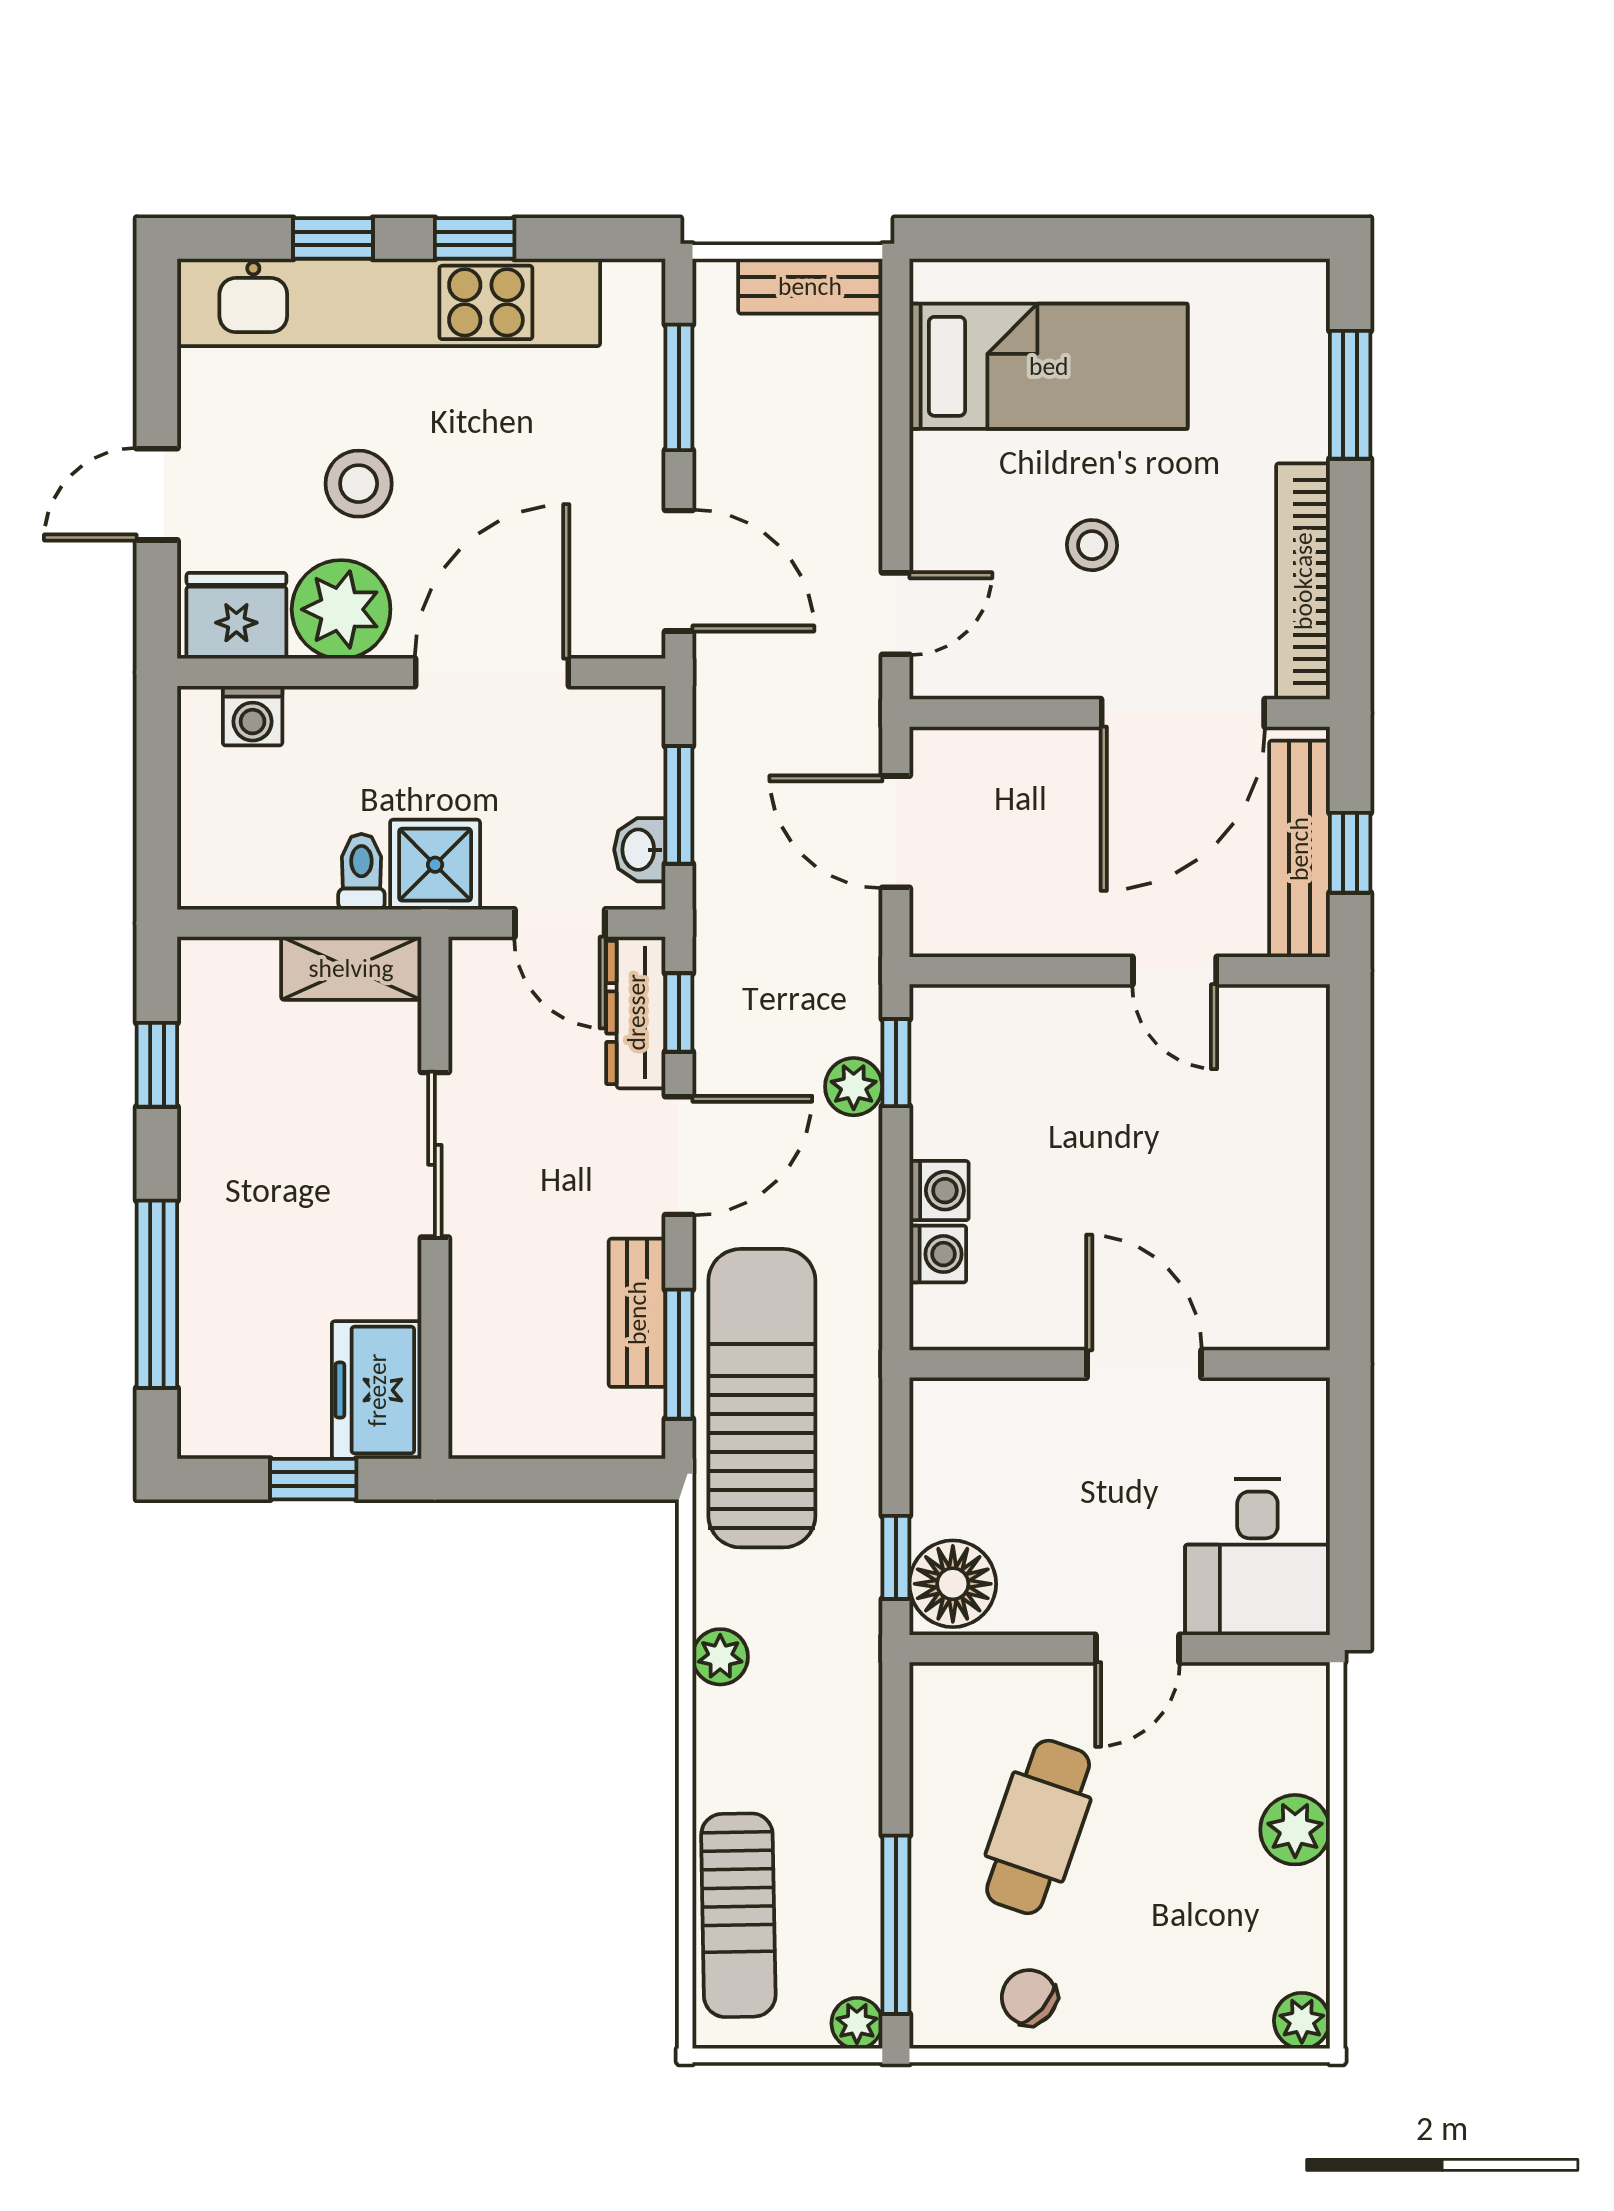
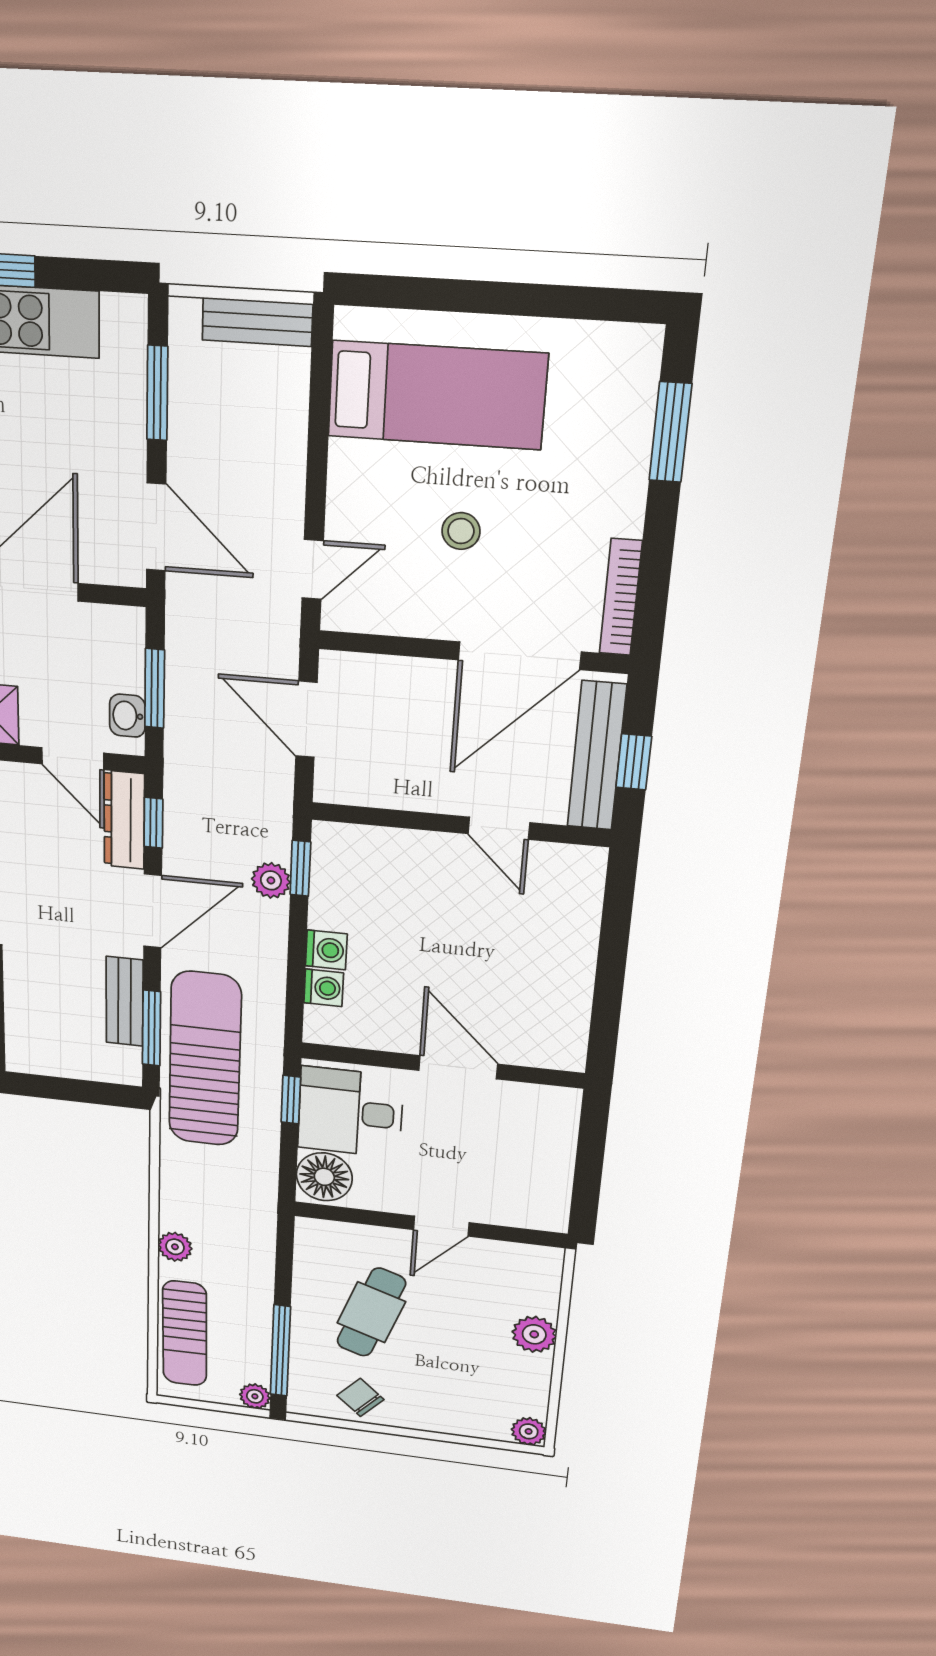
bookcase: (1303, 581) -> (621, 597), width x0.68, depth x0.76
window: (896, 1557) -> (291, 1100), moved
desk: (1257, 1557) -> (350, 1112), moved, turned 90
plant: (720, 1657) -> (175, 1247), moved

